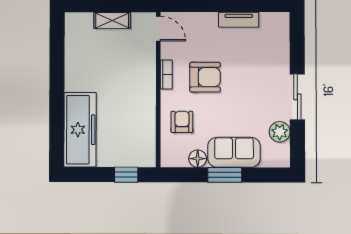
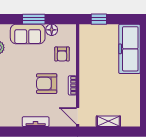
tv unit: (239, 20) -> (36, 122), moved

